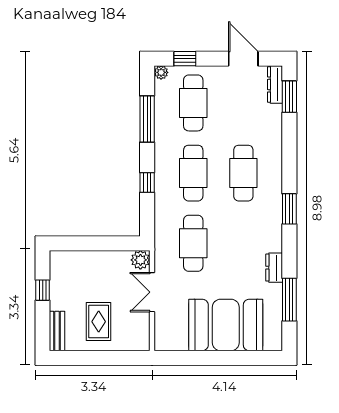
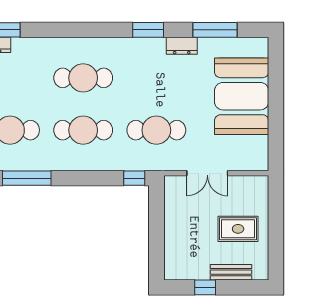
window: (147, 183) -> (134, 178), moved
window: (289, 209) -> (148, 30), moved
plant: (140, 260) -> (174, 185), removed
bench: (57, 331) -> (231, 272), moved

